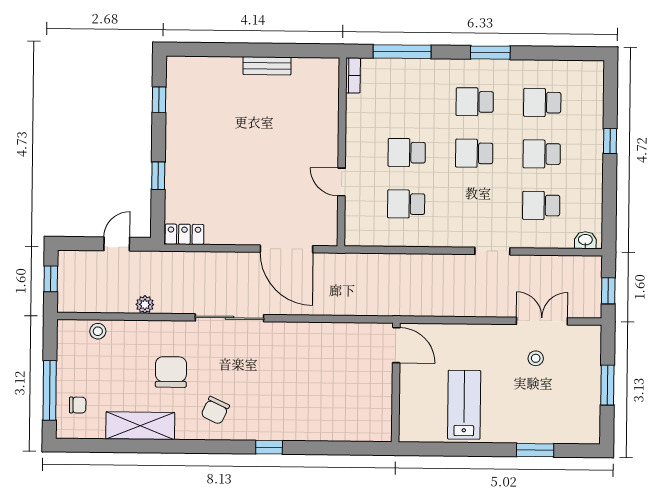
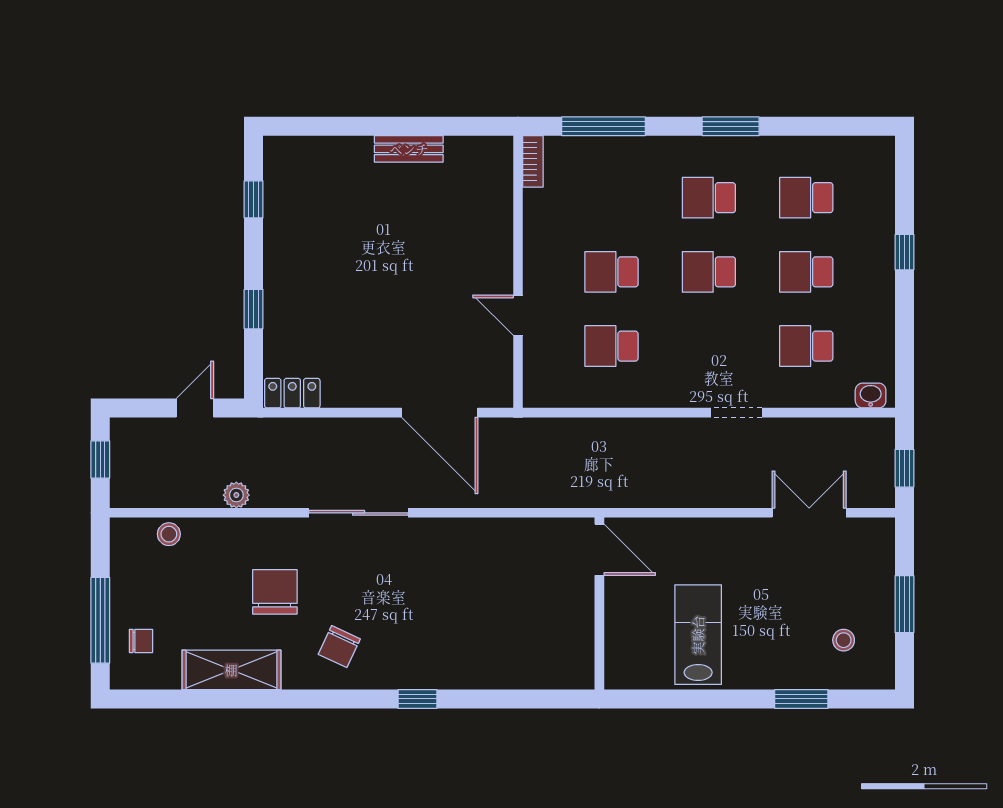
stool: (536, 358) -> (844, 640), moved

